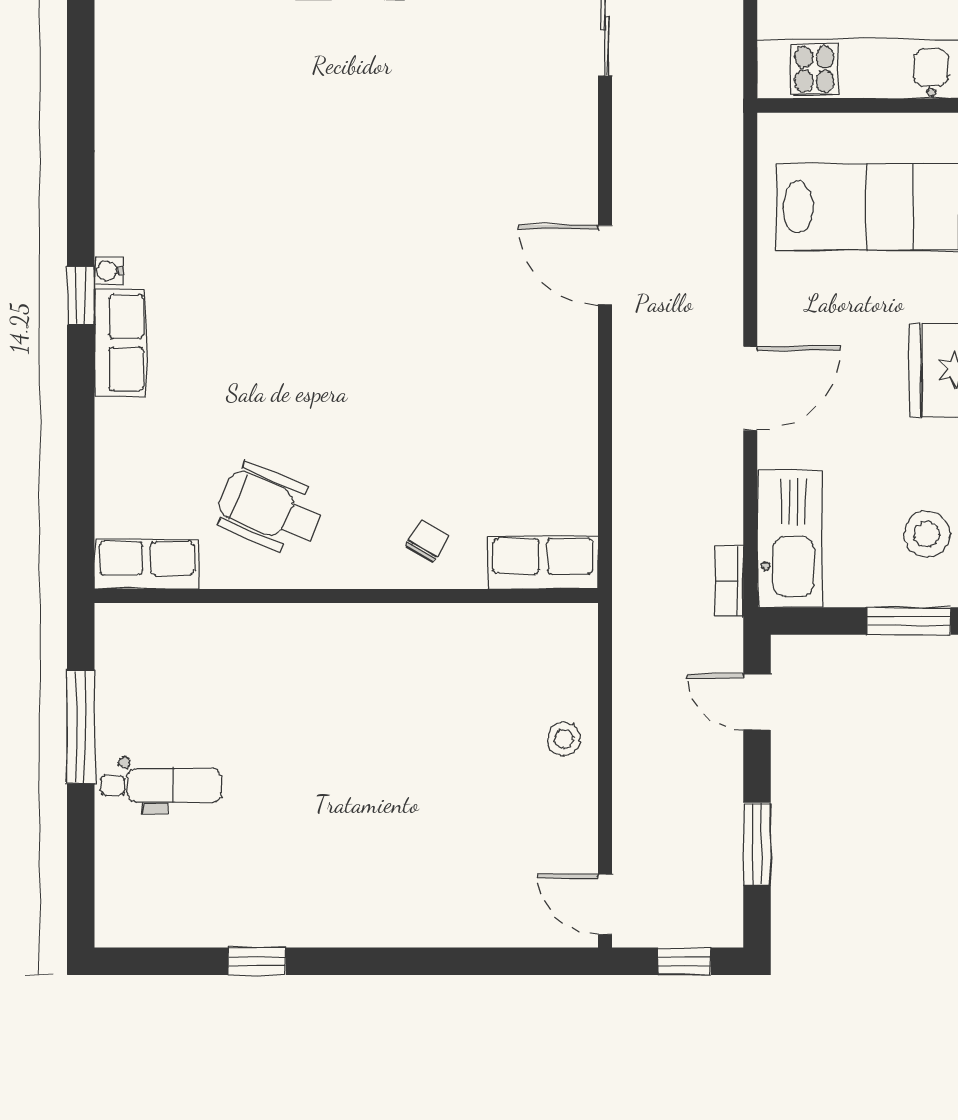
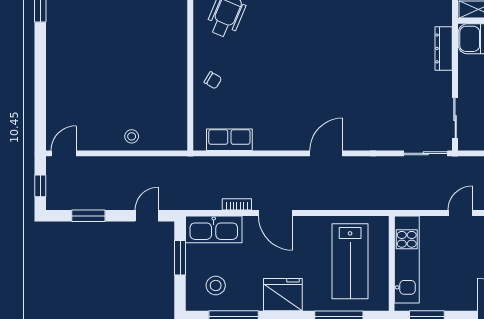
row of seats: (543, 563) -> (229, 140), moved, turned -90
bookcase: (729, 581) -> (237, 204), moved
window: (909, 621) -> (180, 258), moved

